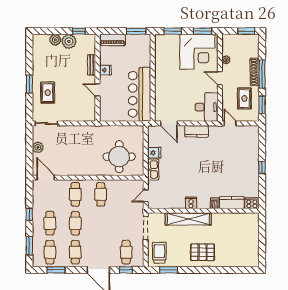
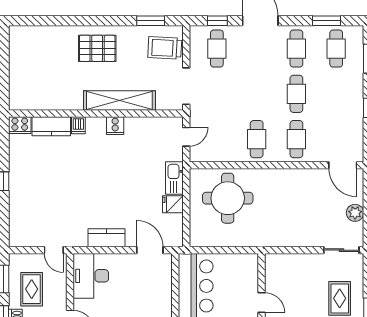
cafe table: (50, 223) -> (336, 94), removed
trolley: (159, 253) -> (165, 48), turned 93

